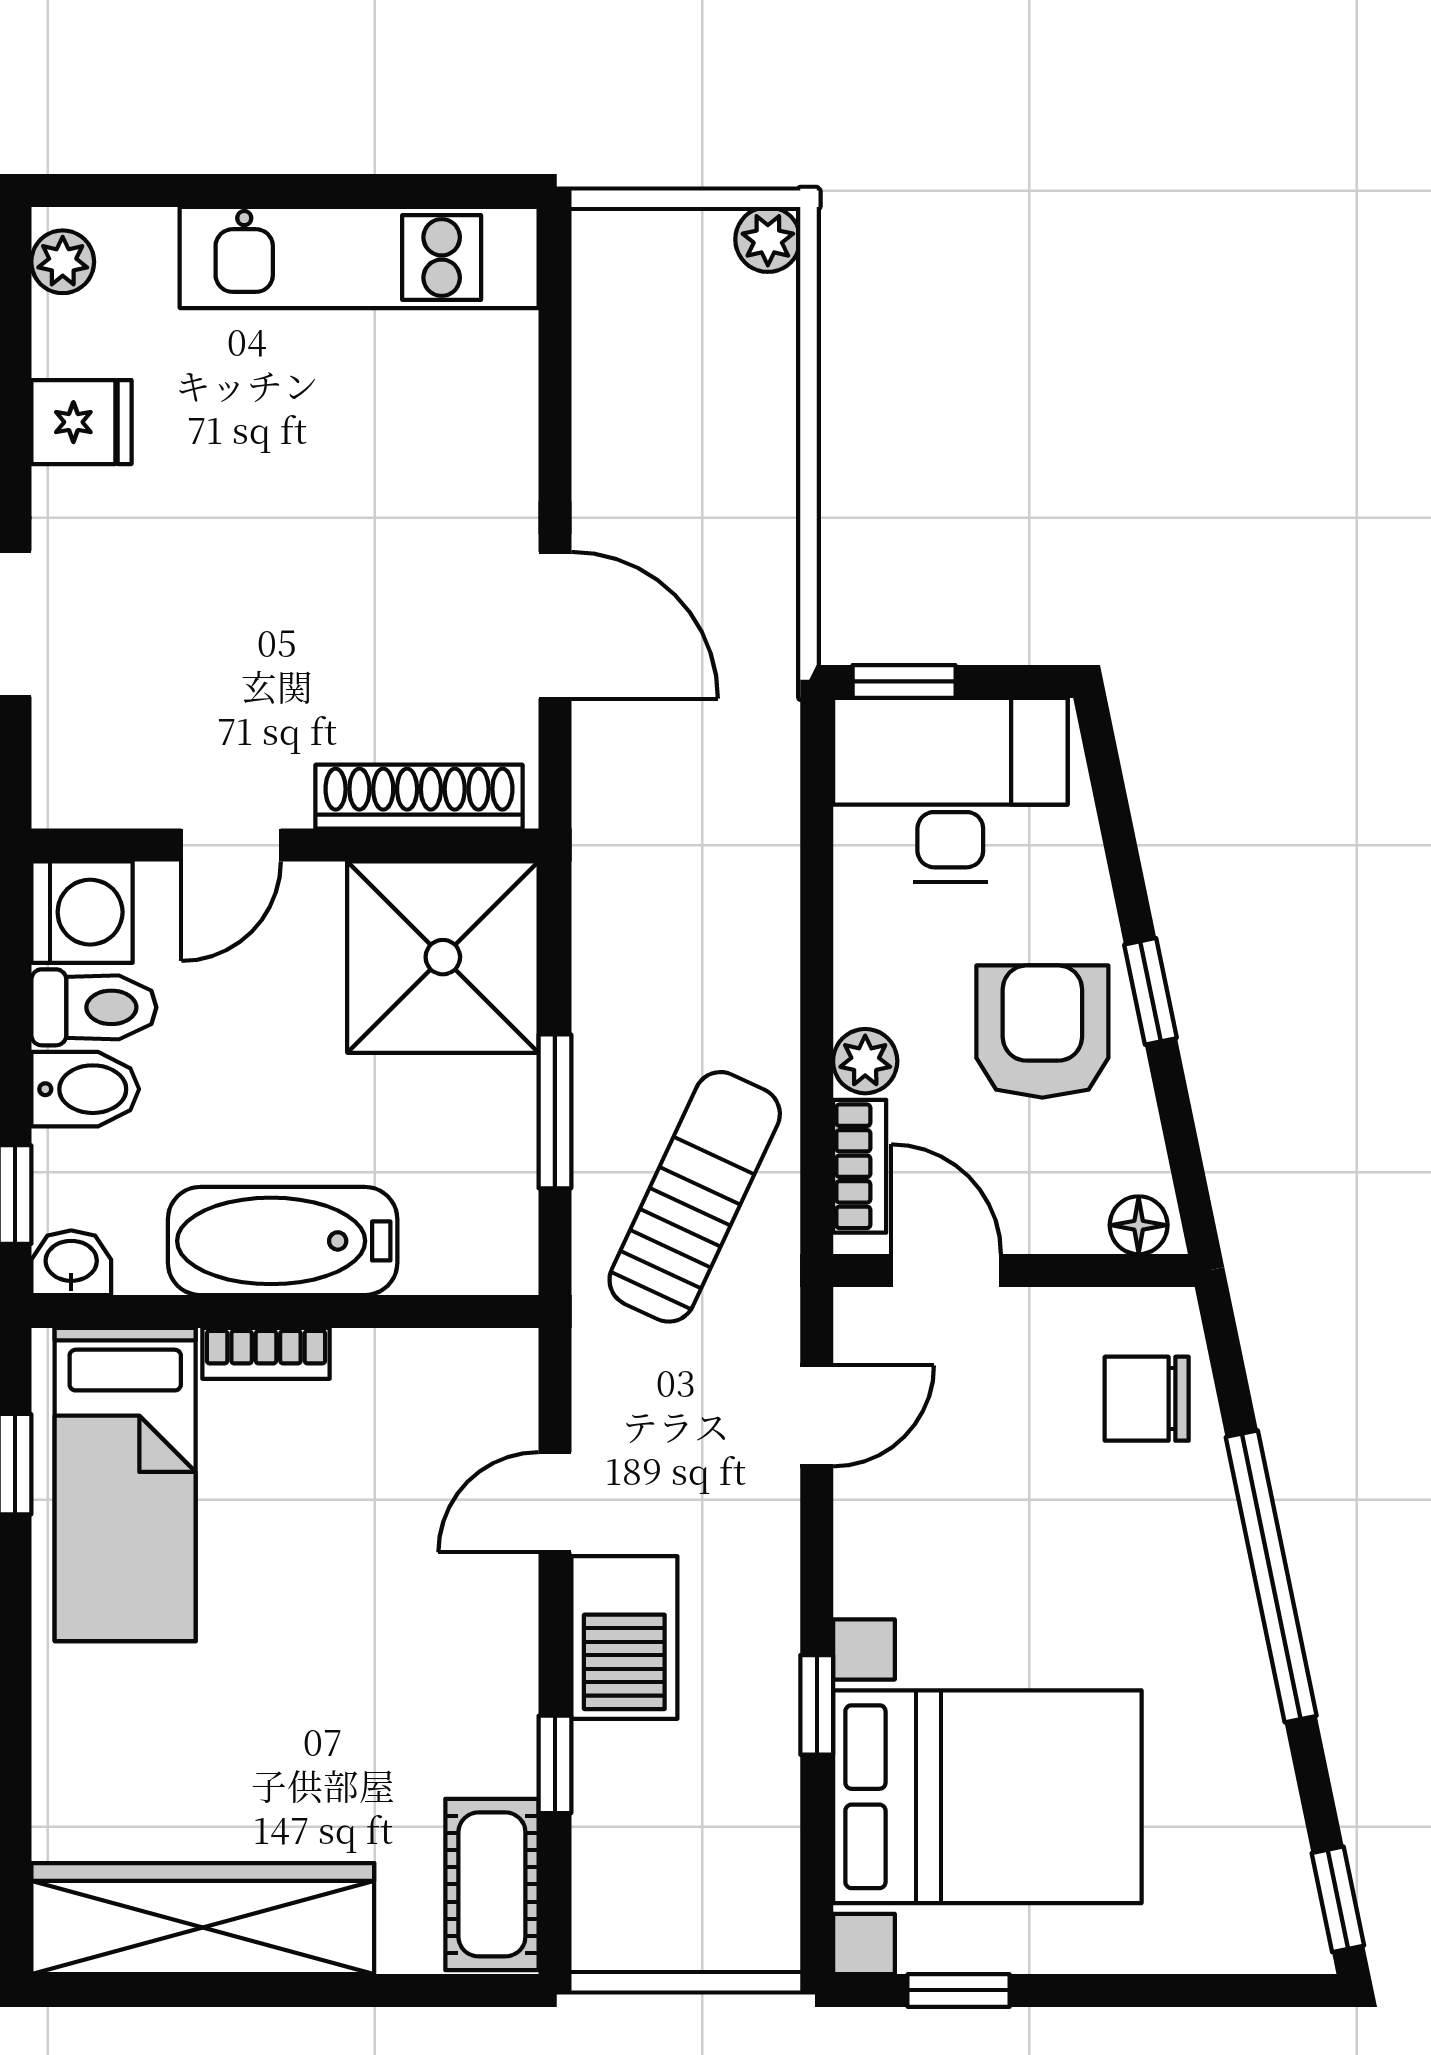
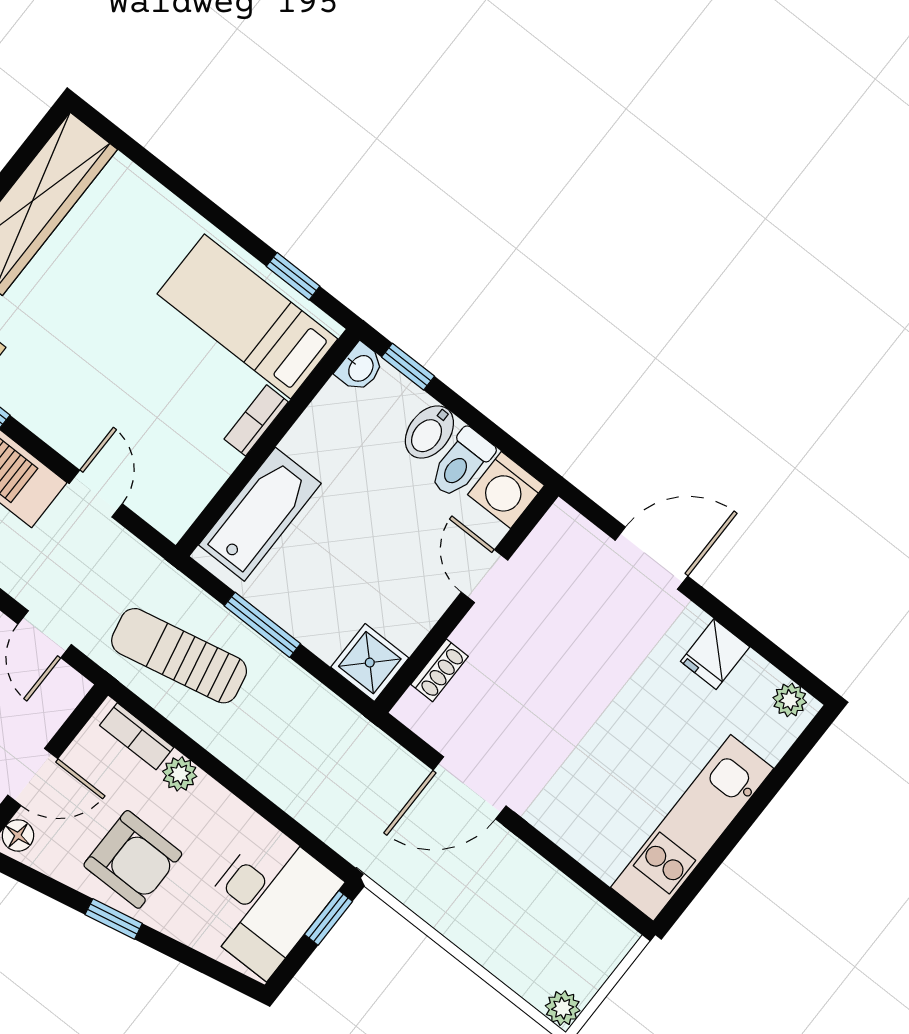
shoe rack: (419, 797) -> (439, 670), width x0.51, depth x0.81
shower: (443, 957) -> (370, 663), width x0.54, depth x0.54
sun lounger: (695, 1197) -> (179, 656), turned 143
bathtub: (283, 1241) -> (260, 514), moved
door: (946, 1271) -> (33, 777), moved

